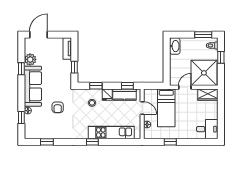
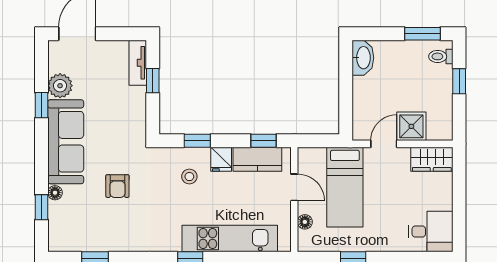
window: (74, 67) -> (153, 81), moved
shower: (204, 73) -> (411, 126), width x0.54, depth x0.54

